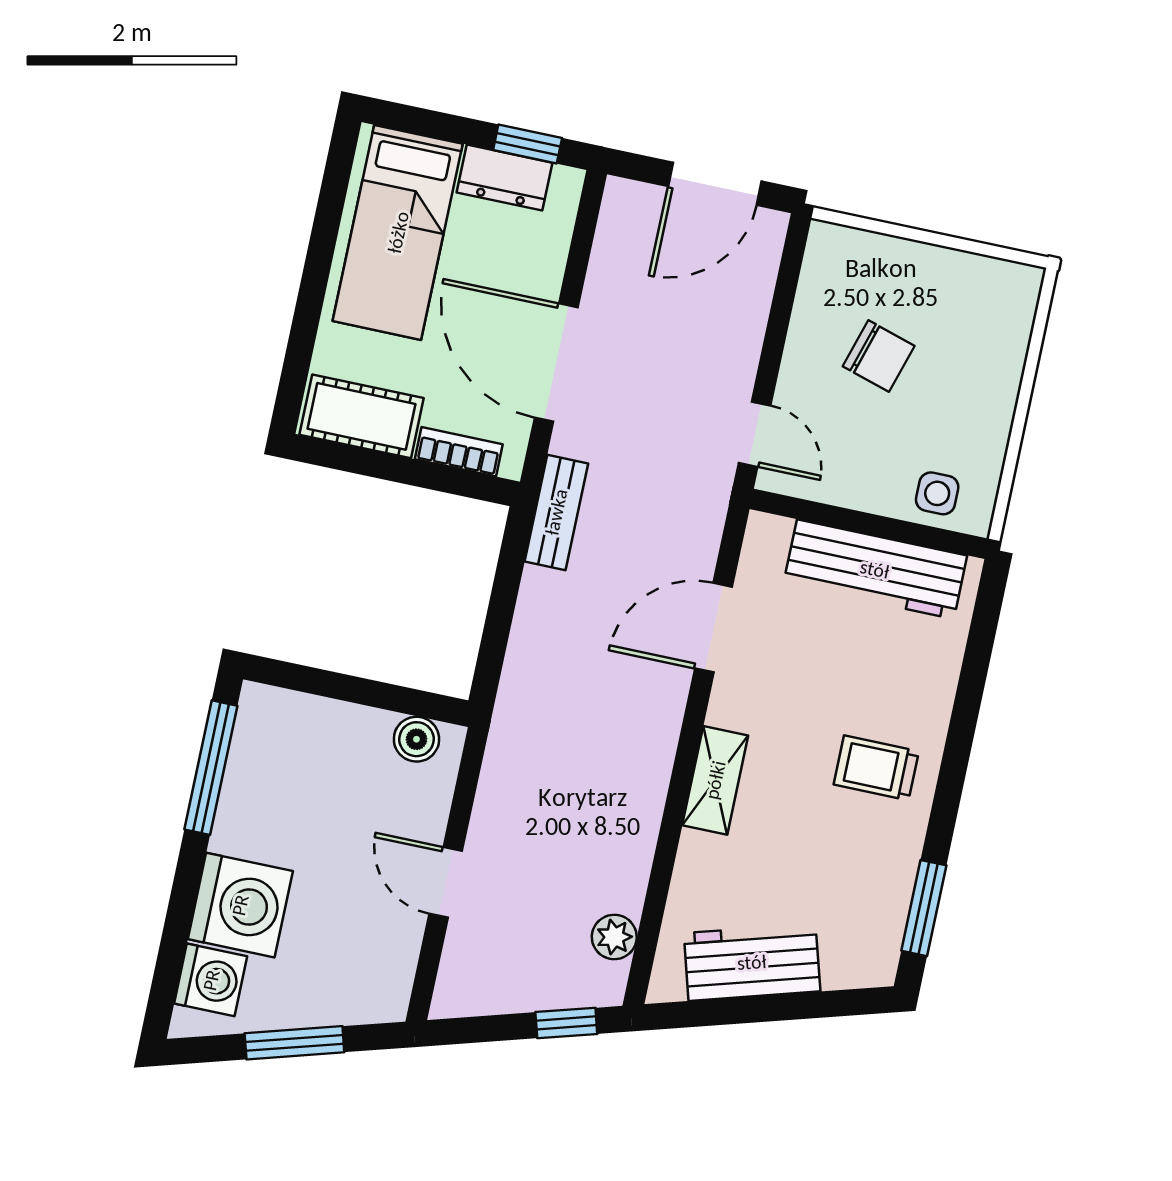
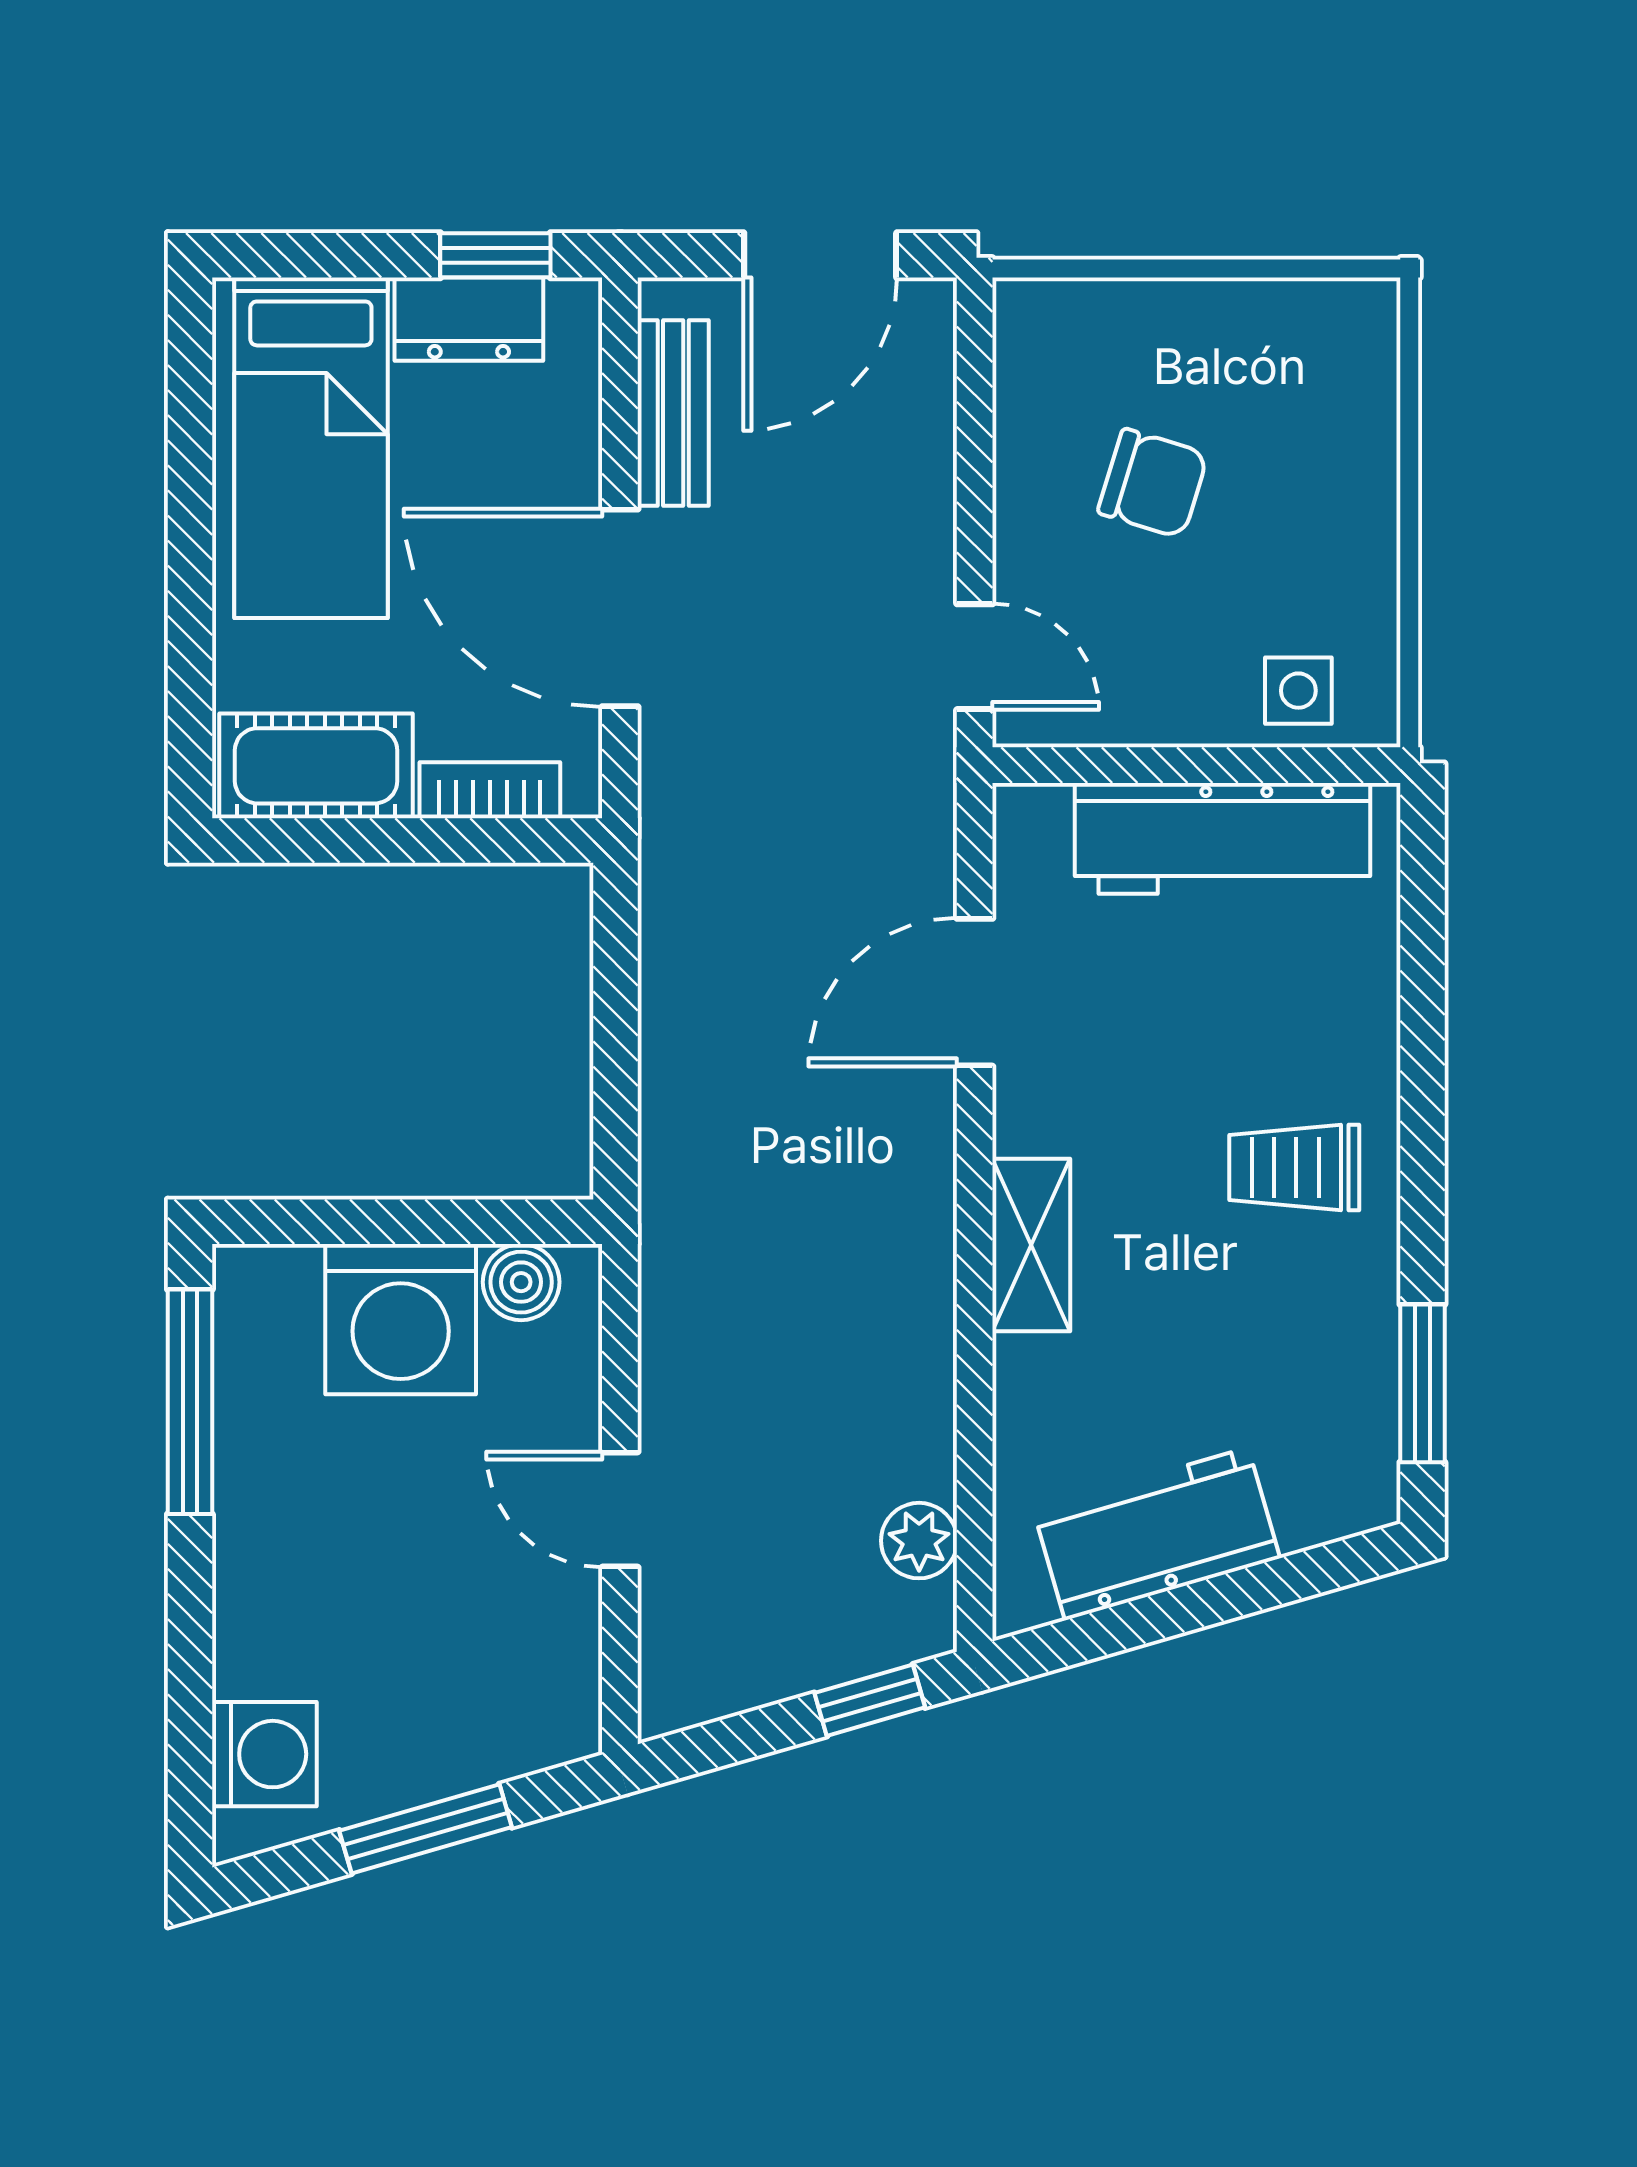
bench: (556, 512) -> (673, 413), moved
washing machine: (240, 905) -> (401, 1319), moved, turned 90

